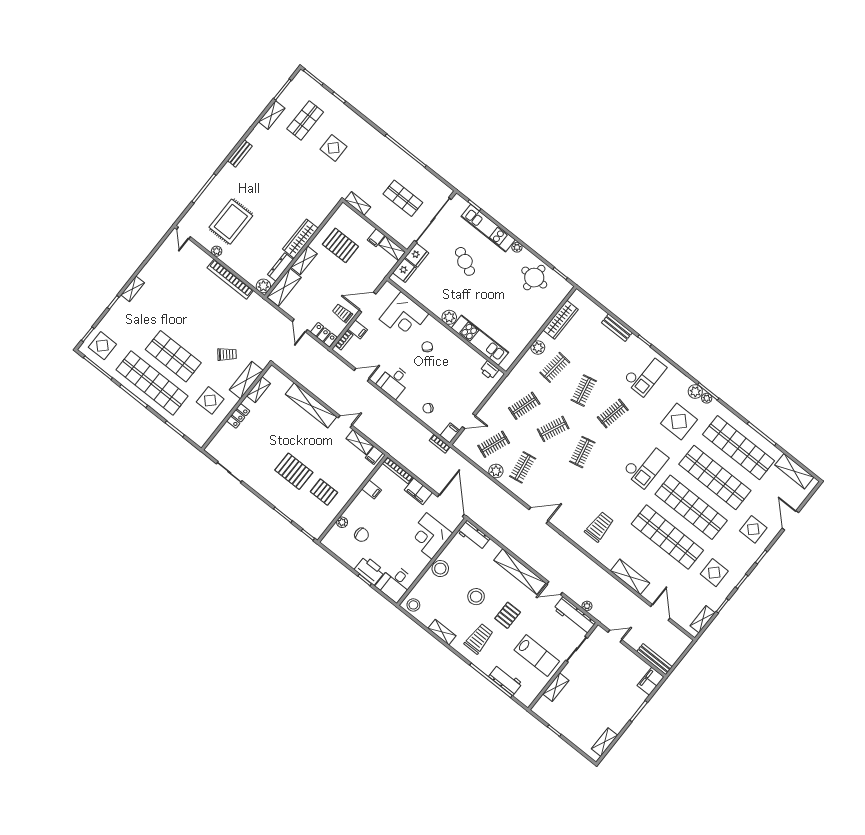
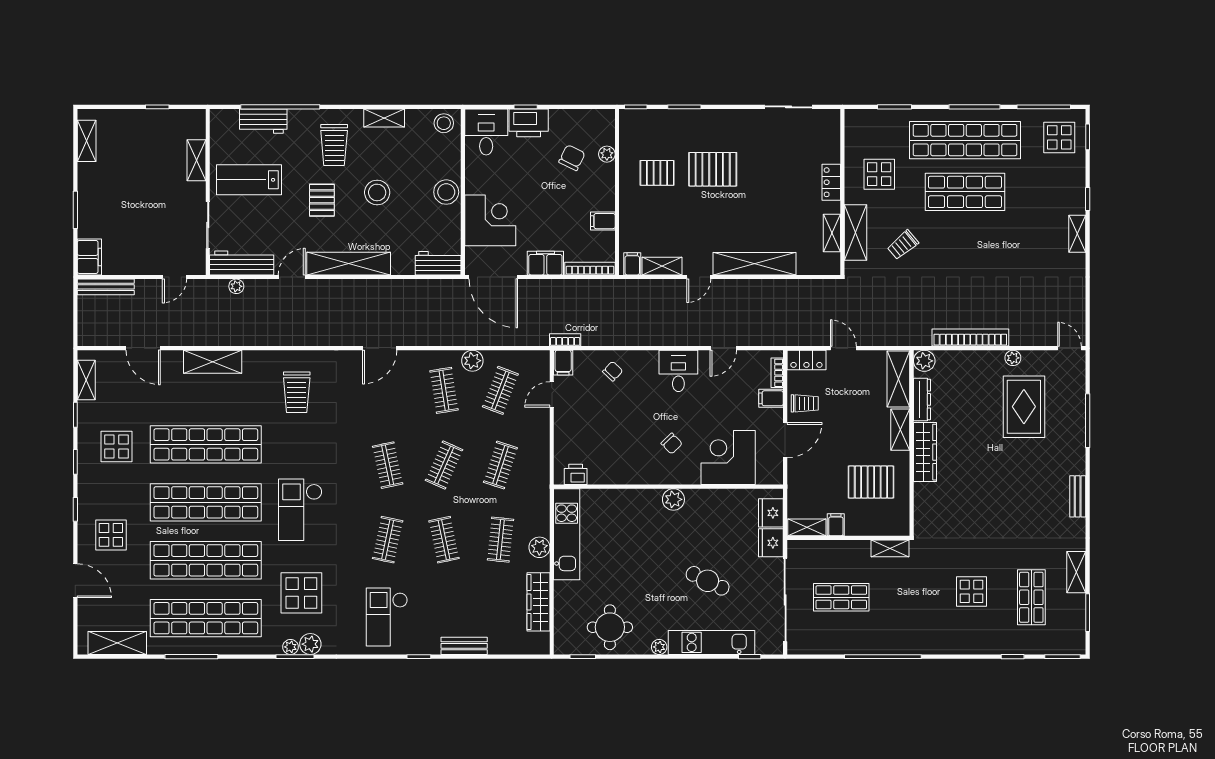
kitchen unit: (480, 340) -> (567, 534), moved, turned -90
chair: (362, 535) -> (572, 158), turned 116

